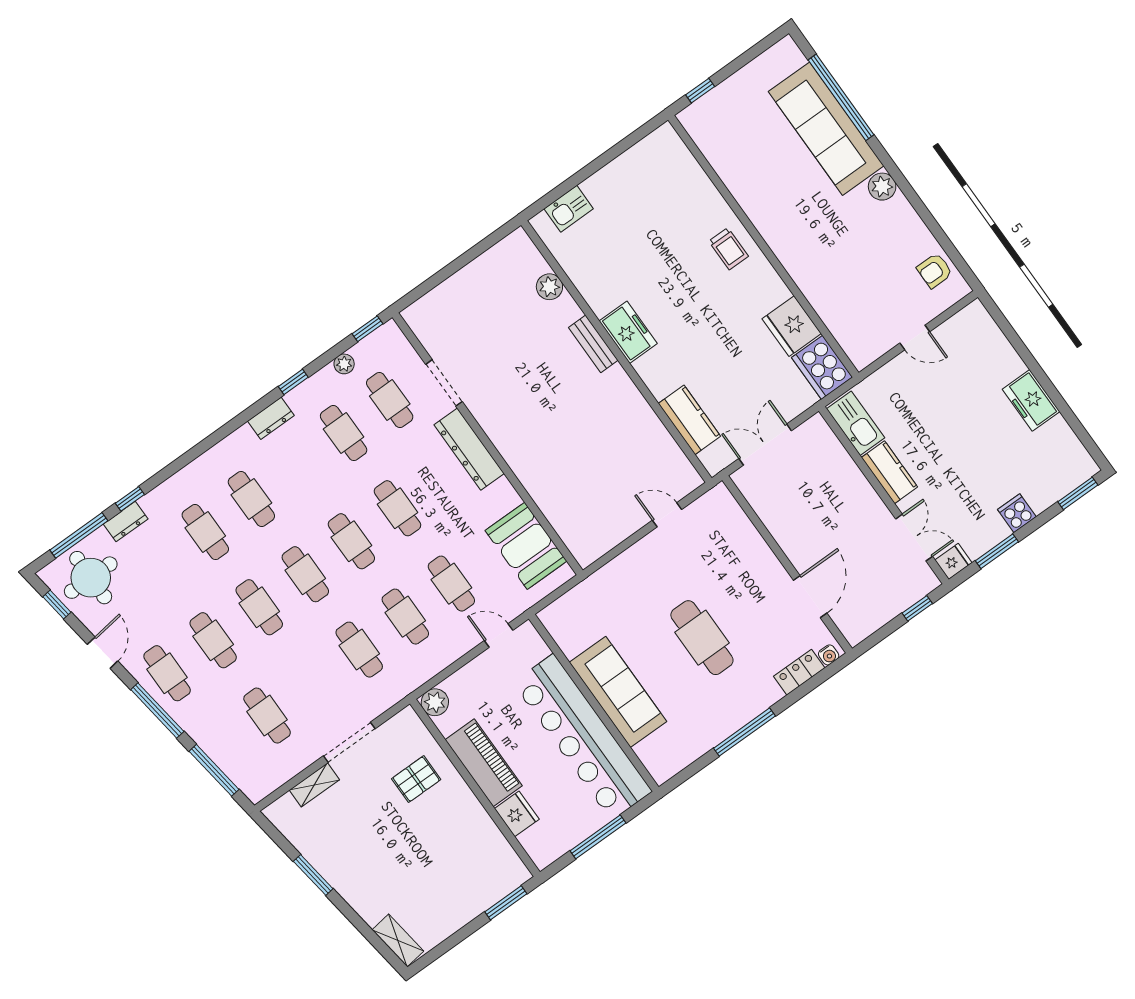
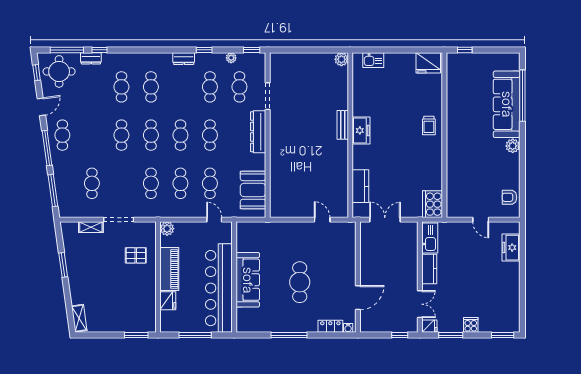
plant: (549, 287) -> (341, 59), moved
fridge: (792, 326) -> (428, 63), moved, turned -90
freezer: (1031, 400) -> (511, 248), moved
cafe table: (213, 640) -> (92, 135), removed

